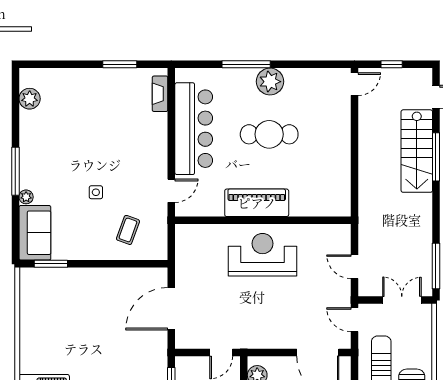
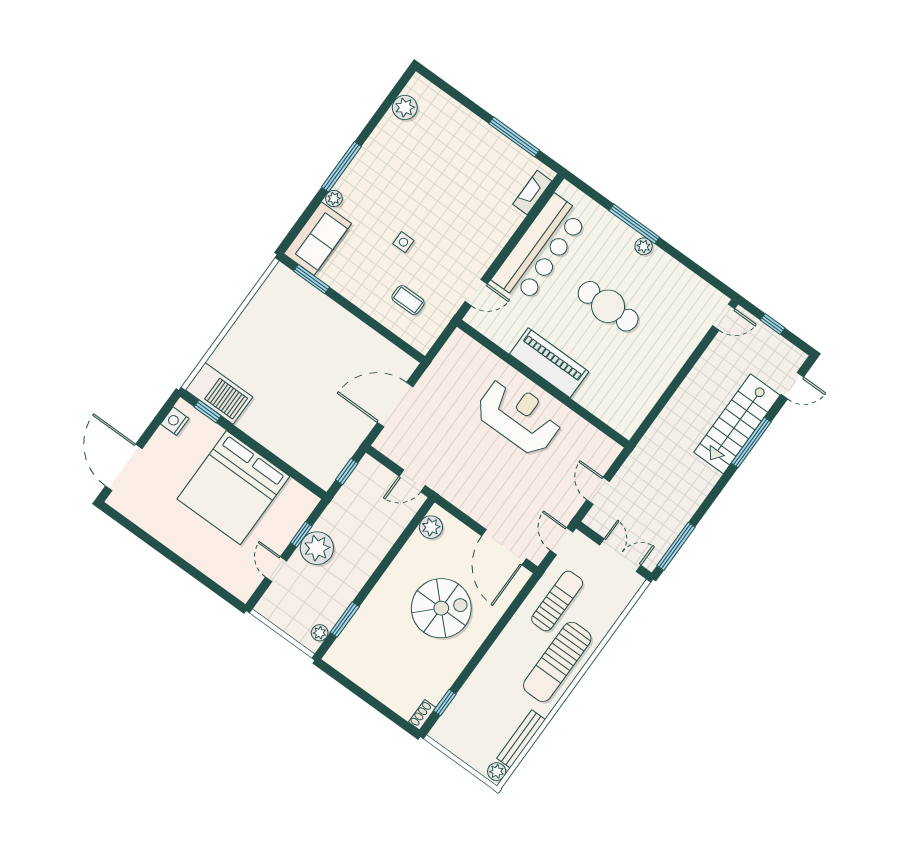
window: (120, 64) -> (514, 137), width x1.44
plant: (270, 82) -> (644, 246), width x0.53, depth x0.53
coffee table: (128, 230) -> (408, 300), turned 70

